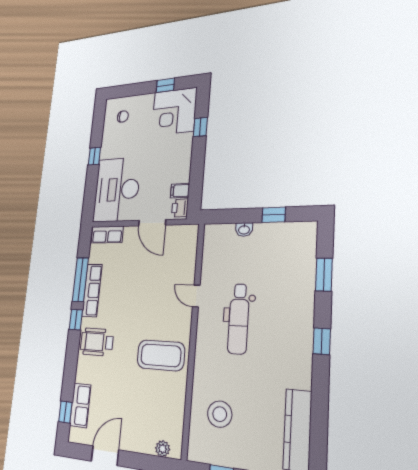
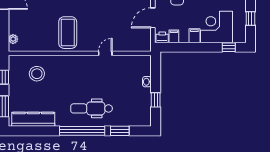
corner desk: (174, 112) -> (216, 27), moved
window: (200, 127) -> (229, 47), moved
filing cabinet: (182, 161) -> (194, 36), added
dental chair: (239, 319) -> (92, 108), moved
window: (322, 341) -> (82, 131), width x3.17

